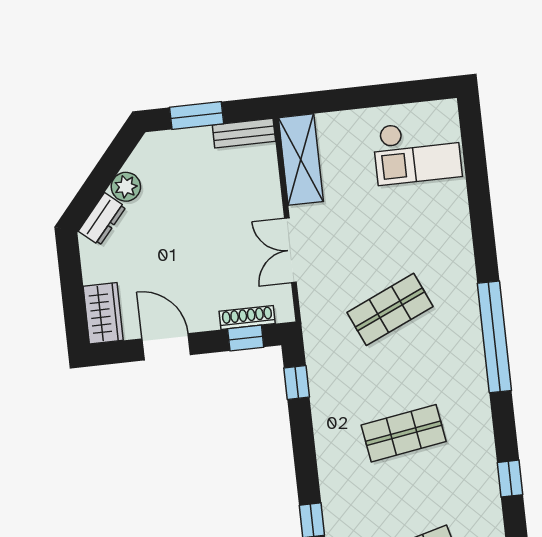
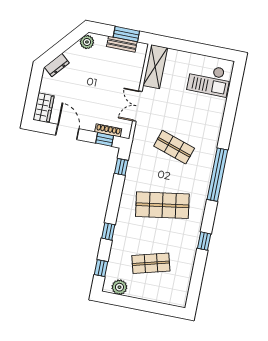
window: (197, 116) -> (126, 34), moved
bench: (244, 133) -> (122, 44), moved
plant: (126, 187) -> (87, 42), moved
shop shelf: (390, 309) -> (174, 147), turned 42
shop shelf: (404, 433) -> (162, 205), width x1.43, depth x1.36

